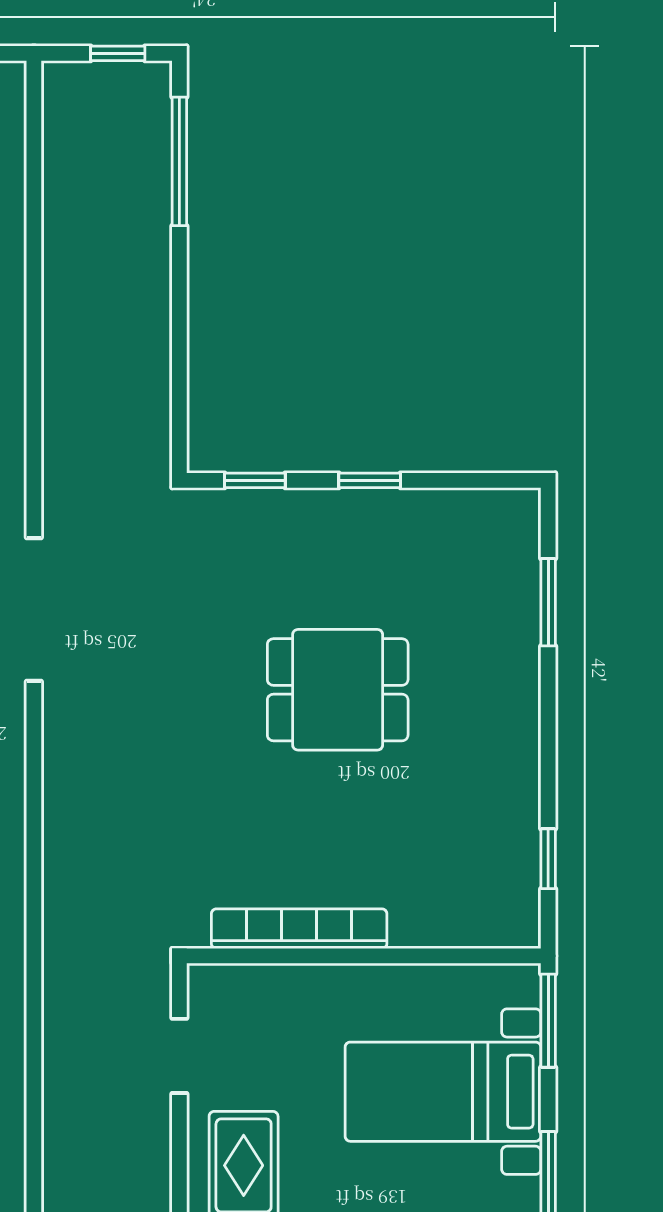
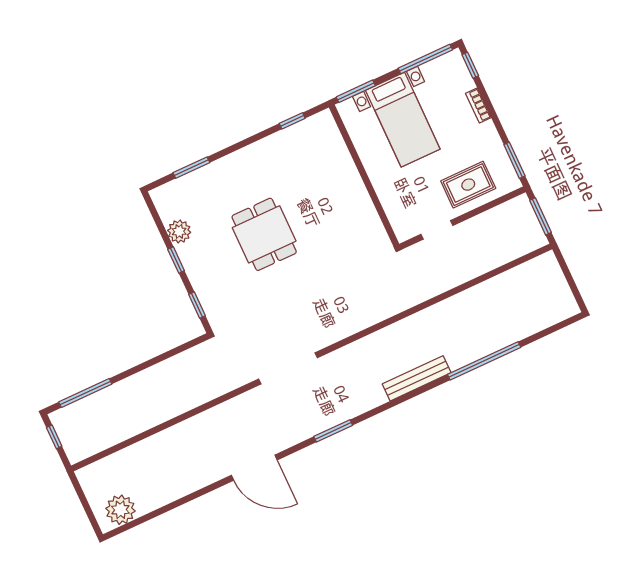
plant: (426, 515) -> (179, 231), added
bookcase: (299, 929) -> (365, 206), removed

